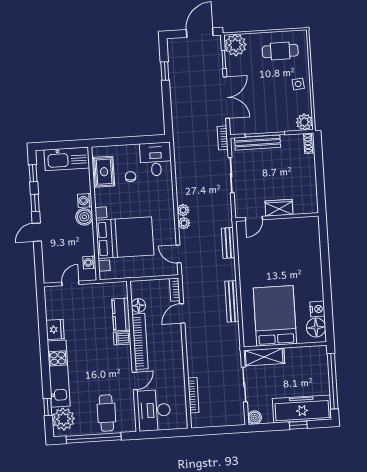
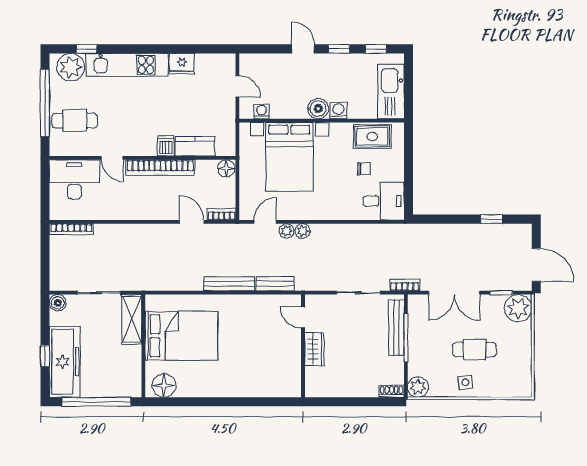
cafe table: (280, 51) -> (474, 350), moved, turned 90
plant: (183, 210) -> (287, 231), moved
bench: (232, 301) -> (229, 284), moved
floor lamp: (138, 305) -> (226, 168), moved
nightstand: (317, 309) -> (187, 389), removed
bookcase: (193, 395) -> (71, 229), moved

